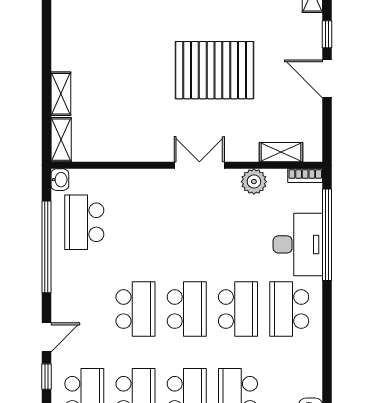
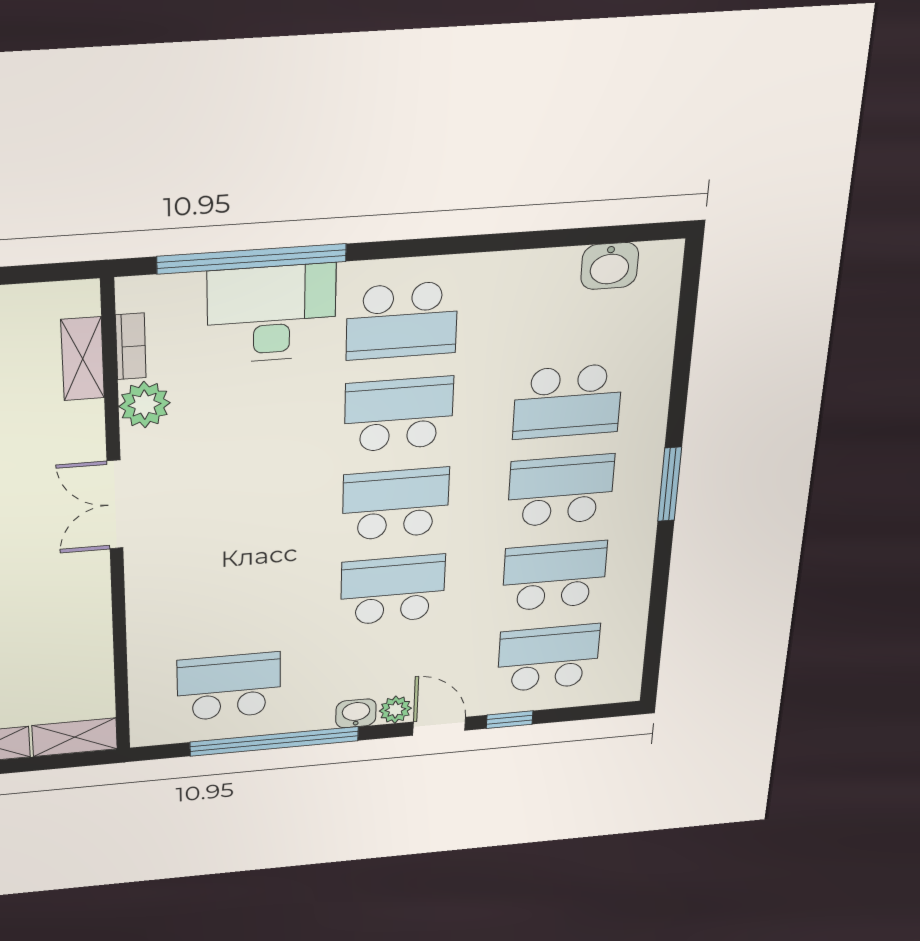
bookcase: (305, 176) -> (131, 346), moved
washbasin: (60, 180) -> (356, 713), moved
school desk: (84, 222) -> (229, 687), turned 180
plant: (60, 313) -> (395, 710), added

